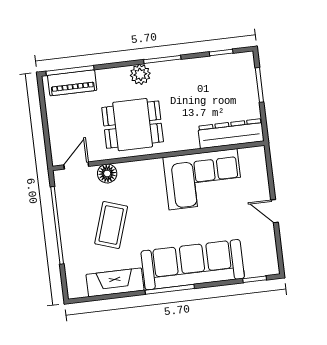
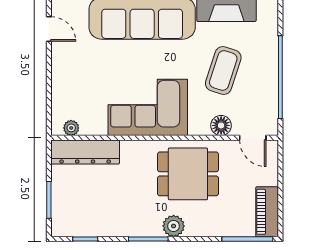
piano: (72, 83) -> (267, 212), moved, turned -90
plant: (247, 155) -> (71, 128), added
door: (76, 166) -> (253, 138), hinge flipped
corner sofa: (203, 179) -> (148, 107), moved
door: (274, 211) -> (49, 29), moved

